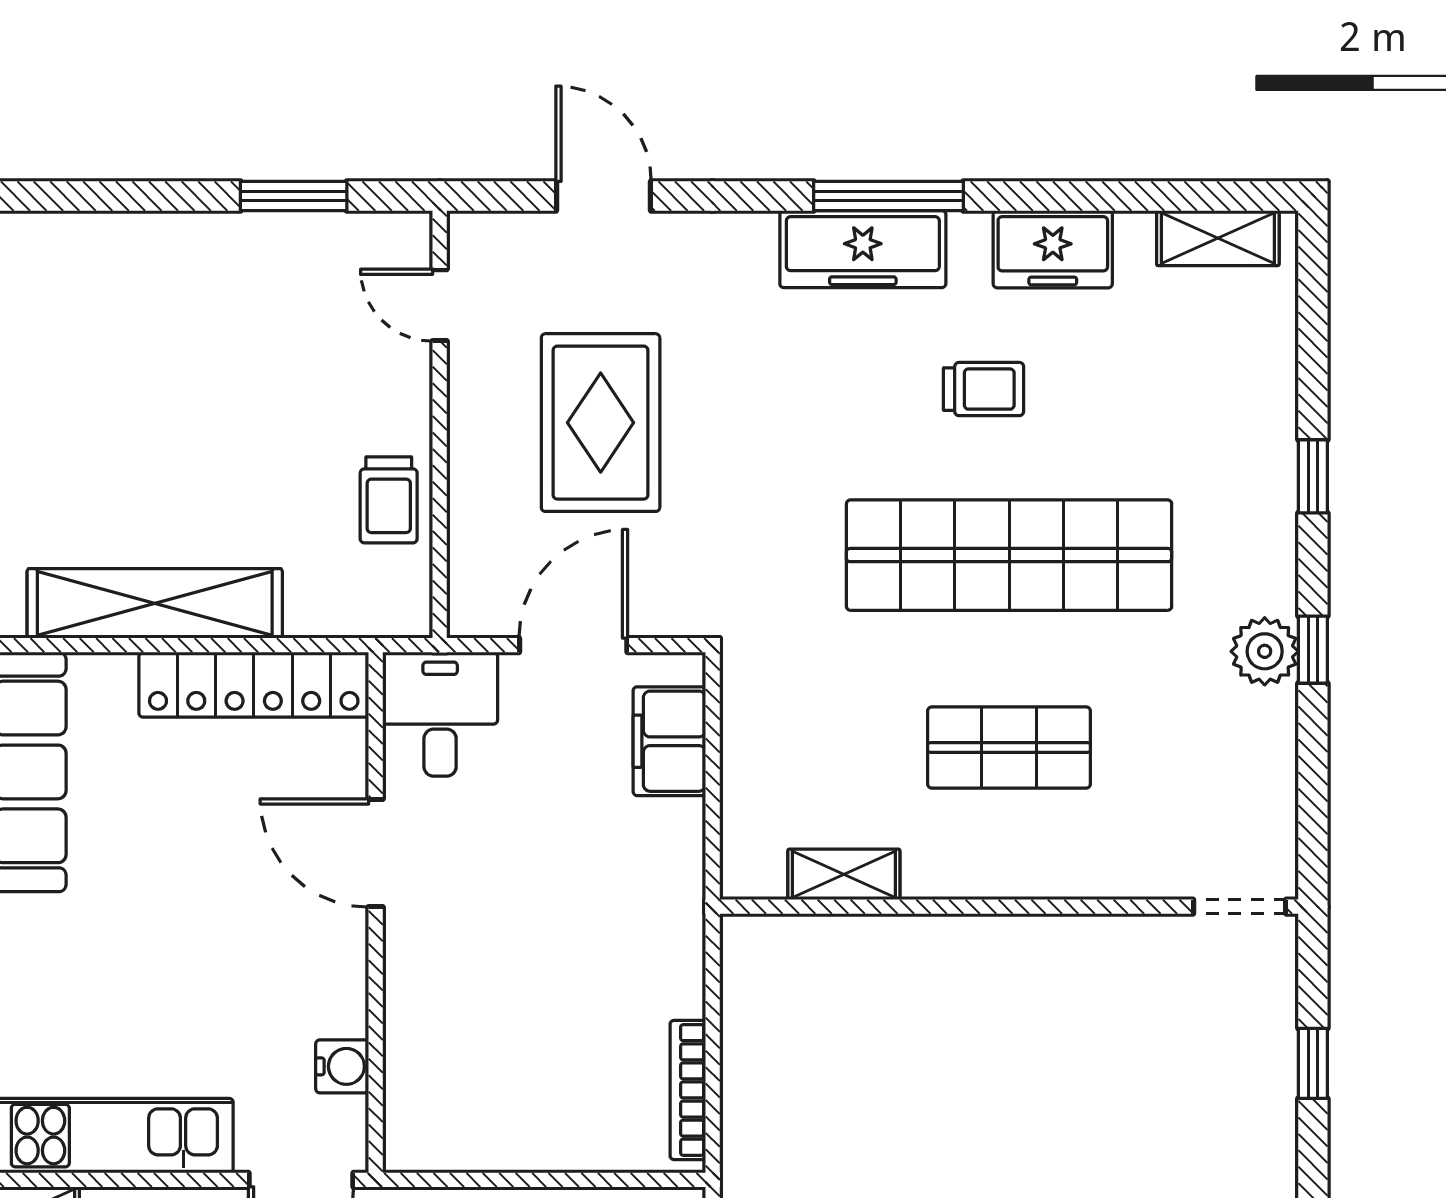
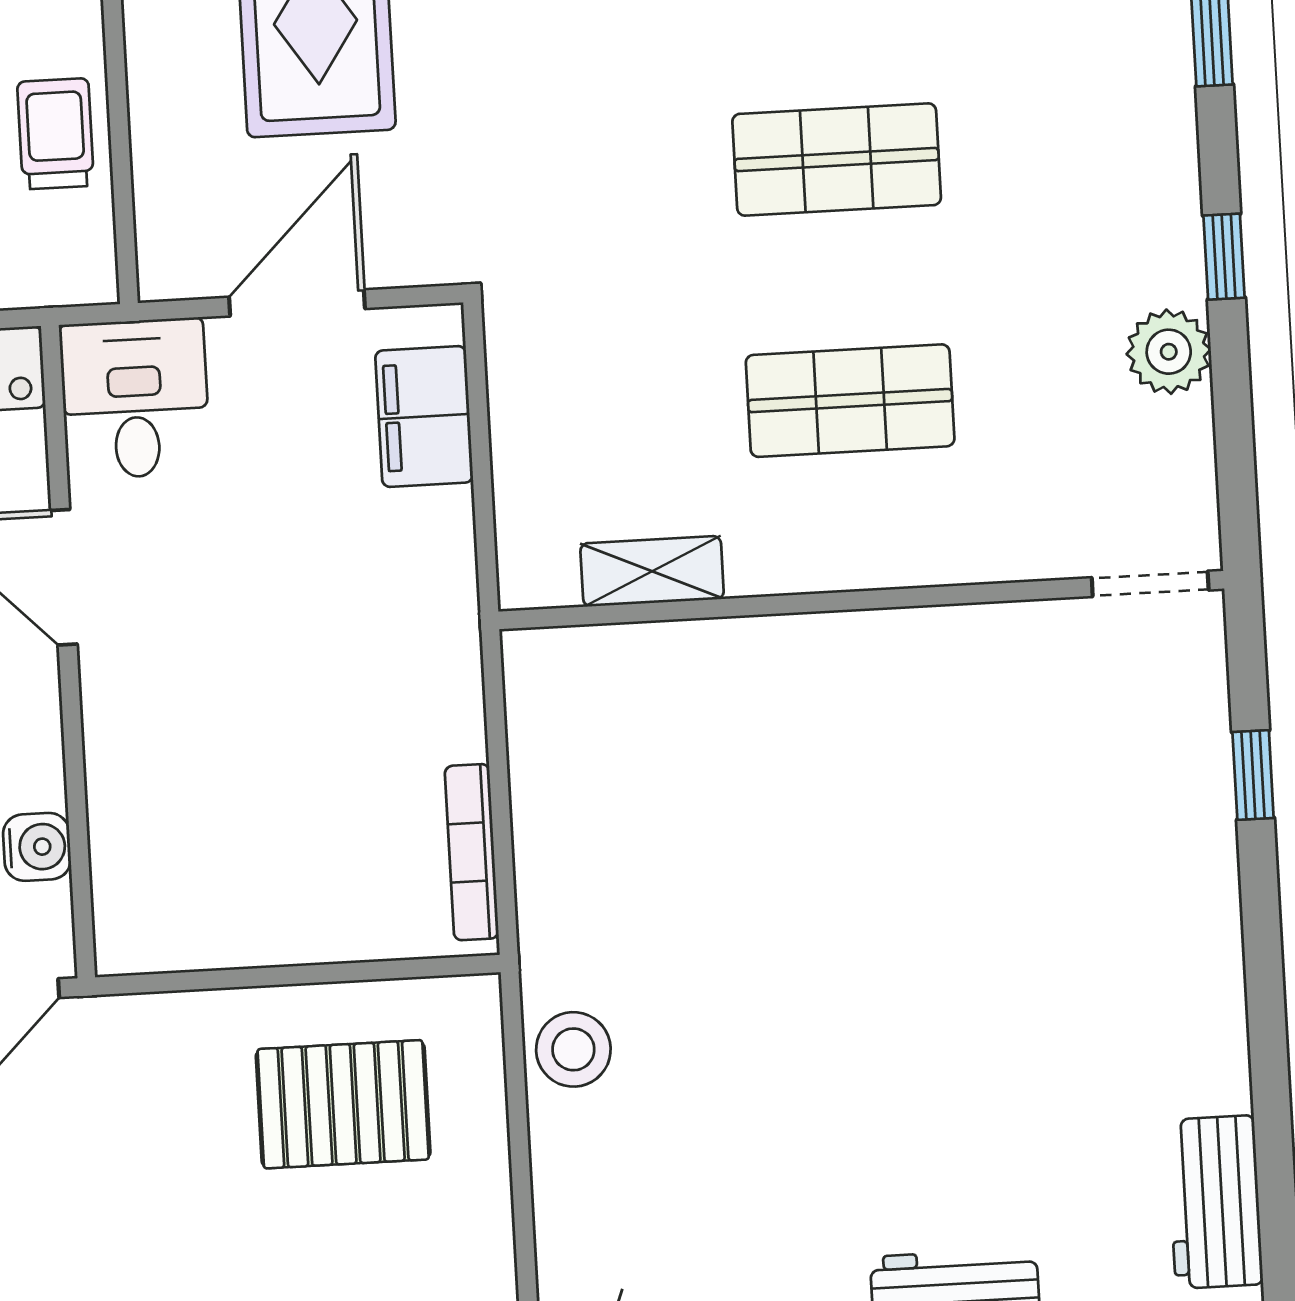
trolley: (389, 500) -> (56, 134), turned 180
shop shelf: (1009, 555) -> (837, 160), width x0.50, depth x0.74
plant: (1265, 651) -> (1169, 352), moved

